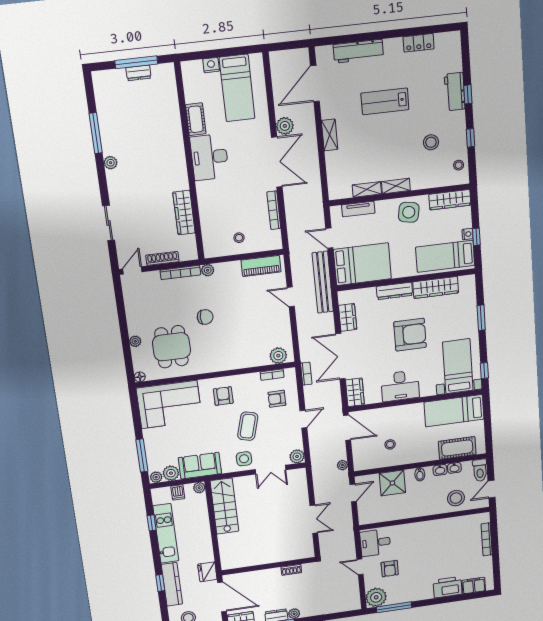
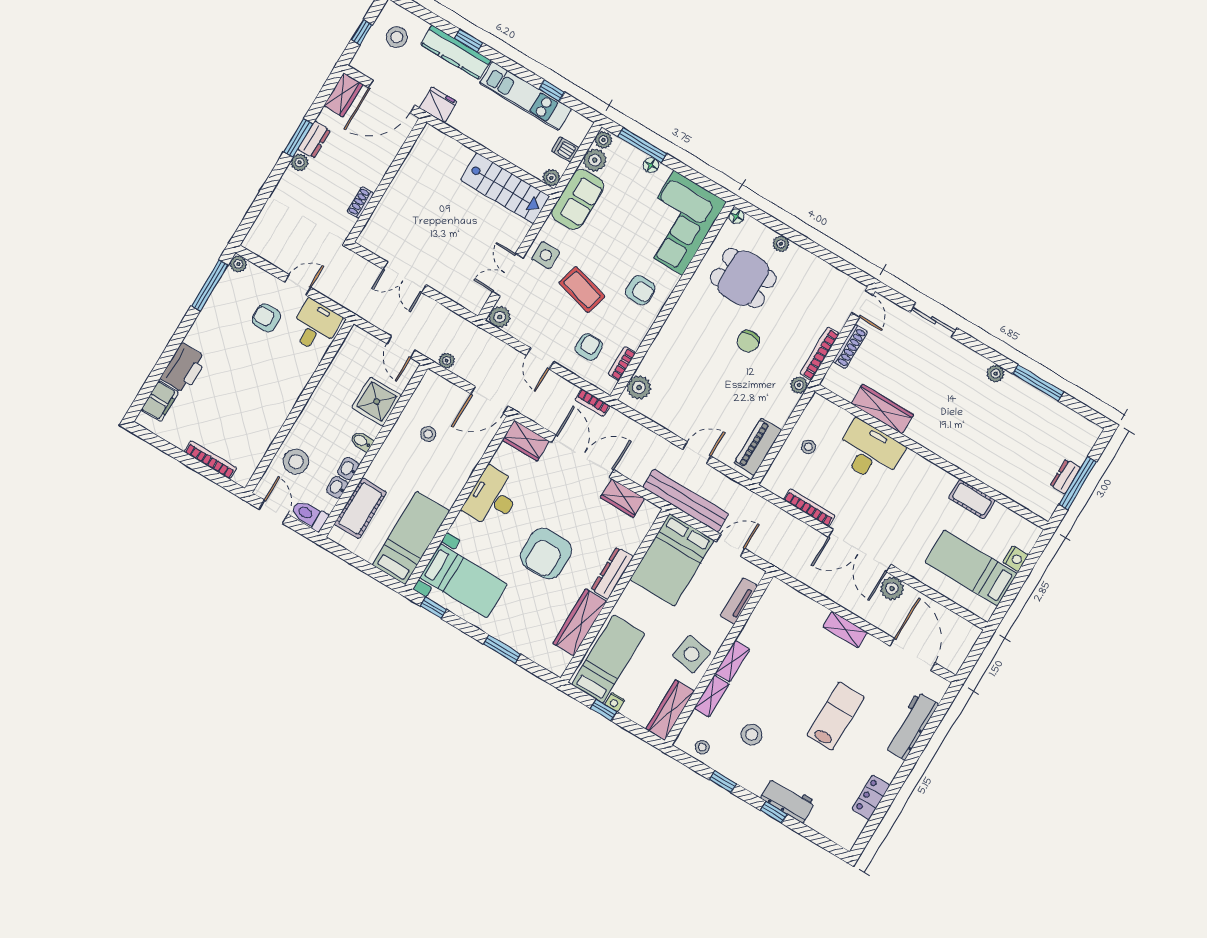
desk: (209, 157) -> (869, 452), moved
shelving: (367, 189) -> (711, 696), moved
floor lamp: (149, 443) -> (651, 165), added
plant: (376, 597) -> (238, 264), width x0.53, depth x0.53

